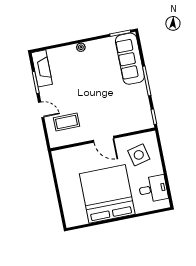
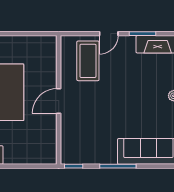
coffee table: (66, 122) -> (88, 61), width x1.36, depth x1.32
side table: (139, 155) -> (32, 139), removed

